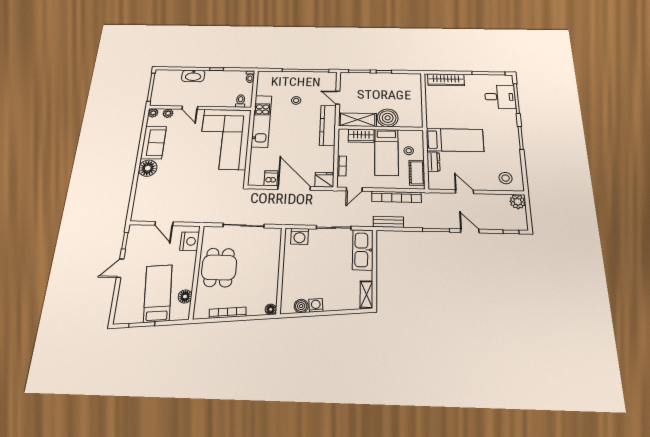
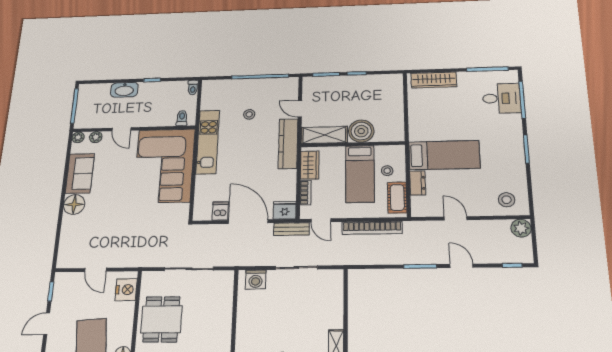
wardrobe: (361, 136) -> (310, 165), moved, turned -90
door: (354, 189) -> (321, 220), hinge flipped
bench: (388, 222) -> (291, 229), moved
kitchen sink: (363, 250) -> (331, 293), removed

